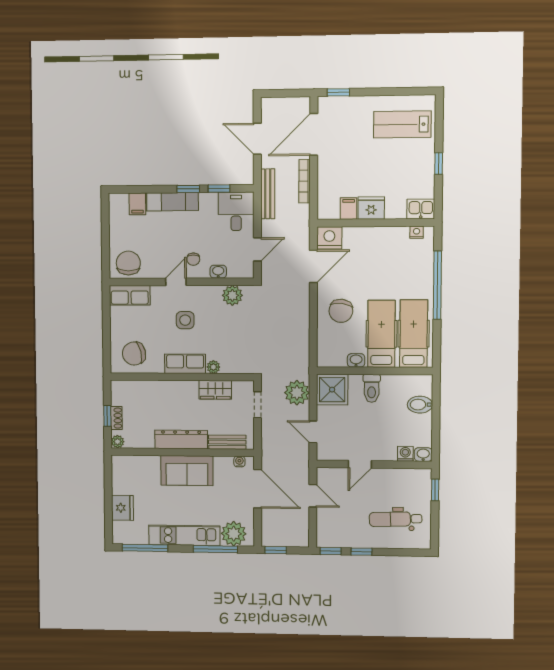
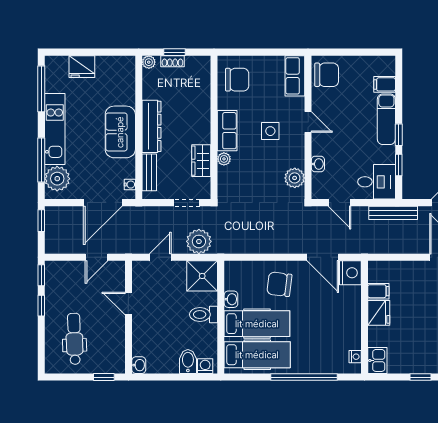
bookcase: (305, 181) -> (405, 249), removed
chair: (193, 259) -> (330, 139), removed
chair: (134, 354) -> (237, 80), turned 103
washing machine: (405, 454) -> (205, 366), moved, turned -90

